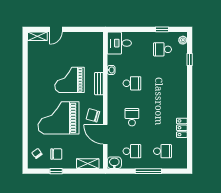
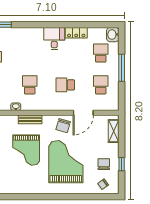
desk: (176, 107) -> (54, 38), added
grand piano: (58, 118) -> (66, 162), turned 180
washbasin: (114, 163) -> (113, 35), moved

